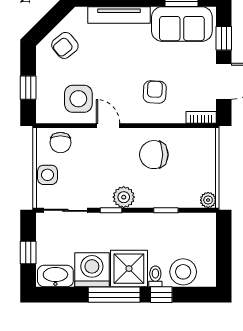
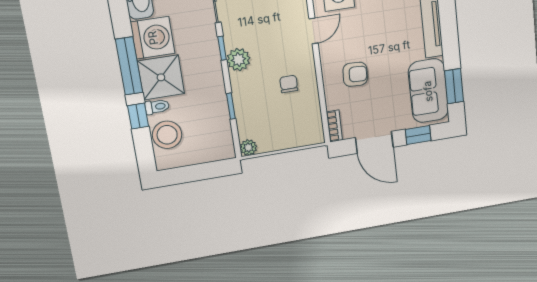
chair: (154, 155) -> (289, 84), width x0.54, depth x0.54

